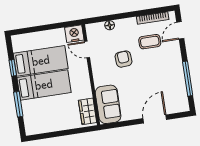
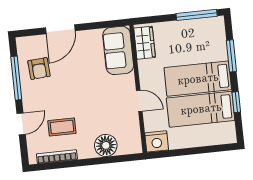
floor lamp: (110, 25) -> (106, 145), width x1.89, depth x1.89
door: (180, 30) -> (21, 124), moved
door: (87, 49) -> (139, 101), moved
armchair: (124, 59) -> (39, 68), moved
window: (47, 135) -> (197, 15), added

